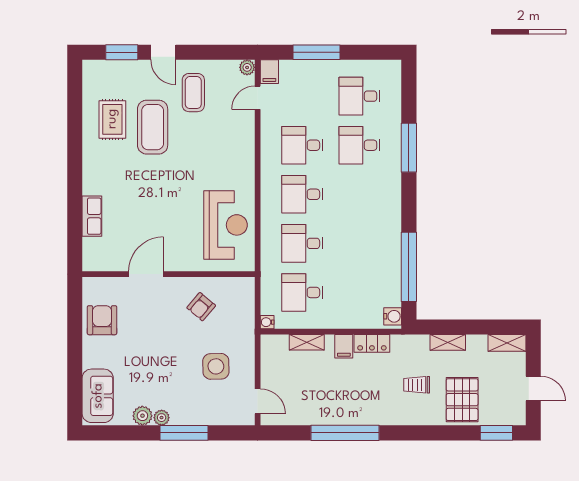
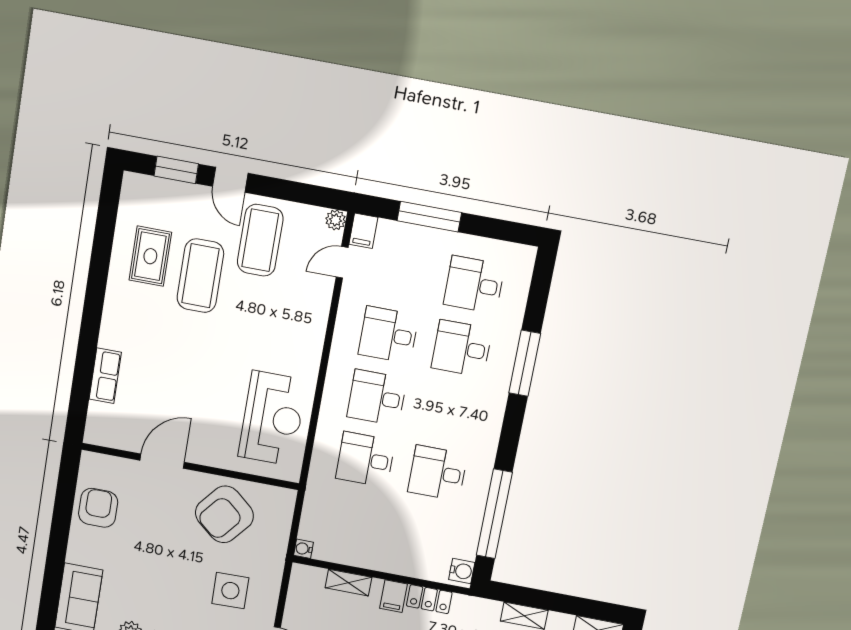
coffee table: (193, 93) -> (260, 240), width x1.36, depth x1.32
desk: (302, 292) -> (438, 473), moved
armchair: (201, 307) -> (224, 514), width x1.88, depth x1.88

